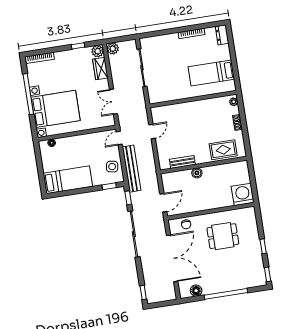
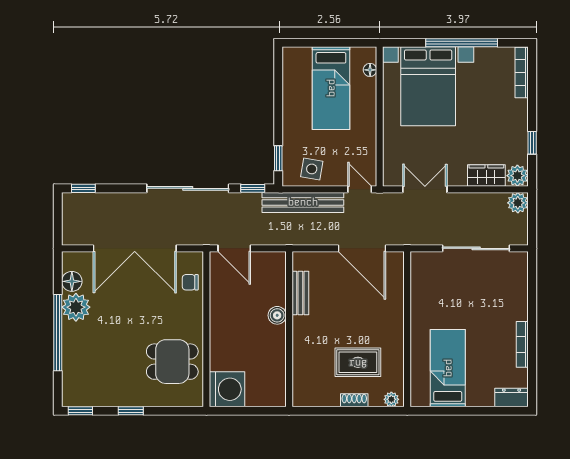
door: (152, 132) -> (362, 248), width x1.87
rug: (223, 150) -> (358, 362), moved, turned 90
bed: (68, 180) -> (331, 88), moved
dining table: (223, 236) -> (172, 362), moved, turned 90
plant: (210, 286) -> (76, 307), added

